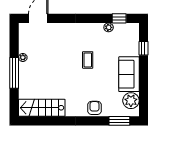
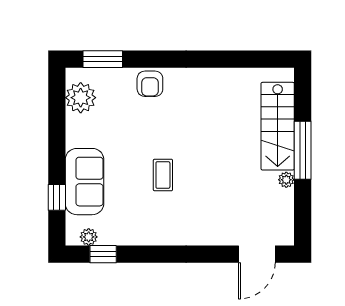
plant: (109, 27) -> (89, 237), moved
sofa: (129, 74) -> (85, 182), moved
stairs: (42, 108) -> (278, 126), moved, turned 90

